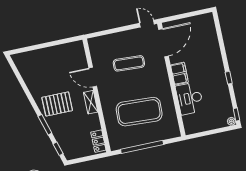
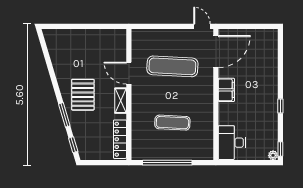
exercise mat: (129, 63) -> (172, 66), width x1.36, depth x1.45
desk: (190, 98) -> (232, 143), moved
pallet: (57, 104) -> (83, 95), turned 90
exercise mat: (139, 112) -> (172, 123), width x0.50, depth x0.69
locker: (98, 141) -> (120, 139), width x1.53

